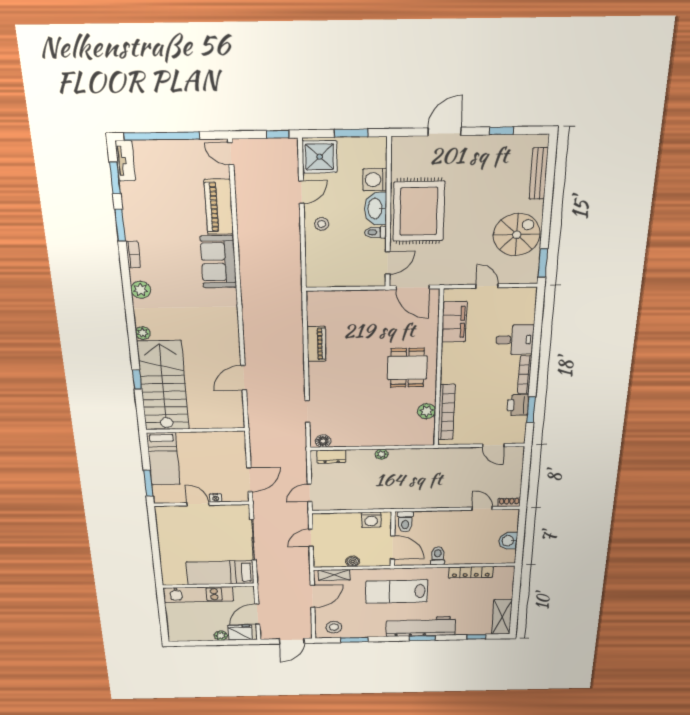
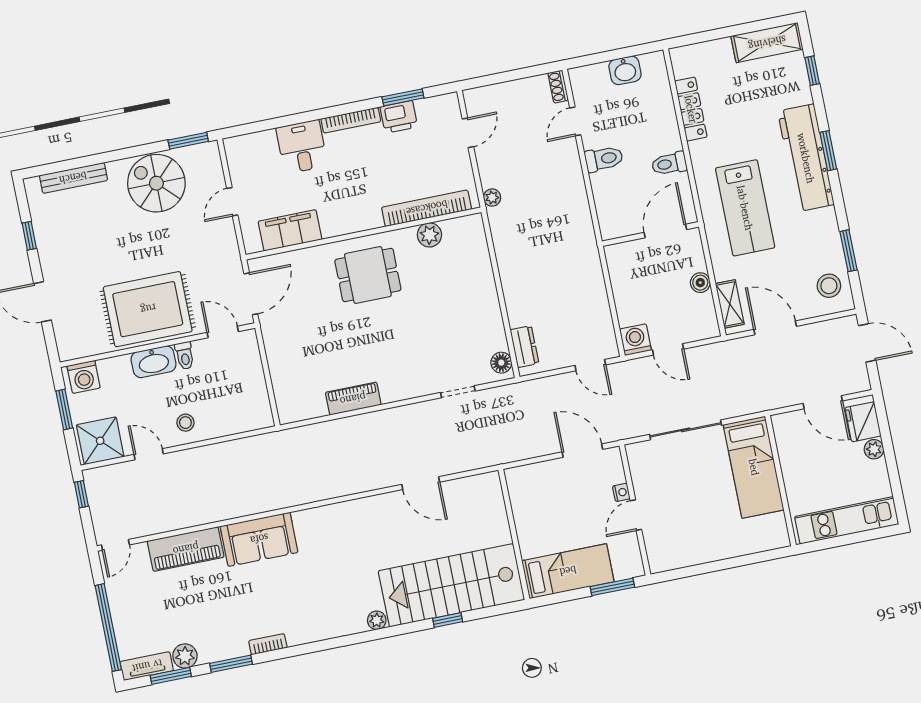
washing machine: (375, 180) -> (84, 377), moved
plant: (141, 290) -> (185, 656), moved
plant: (382, 454) -> (492, 198), moved
washing machine: (371, 520) -> (635, 340), moved, turned -90
toilet: (405, 522) -> (604, 159), moved
kitchen unit: (198, 595) -> (847, 520), moved, turned -90

